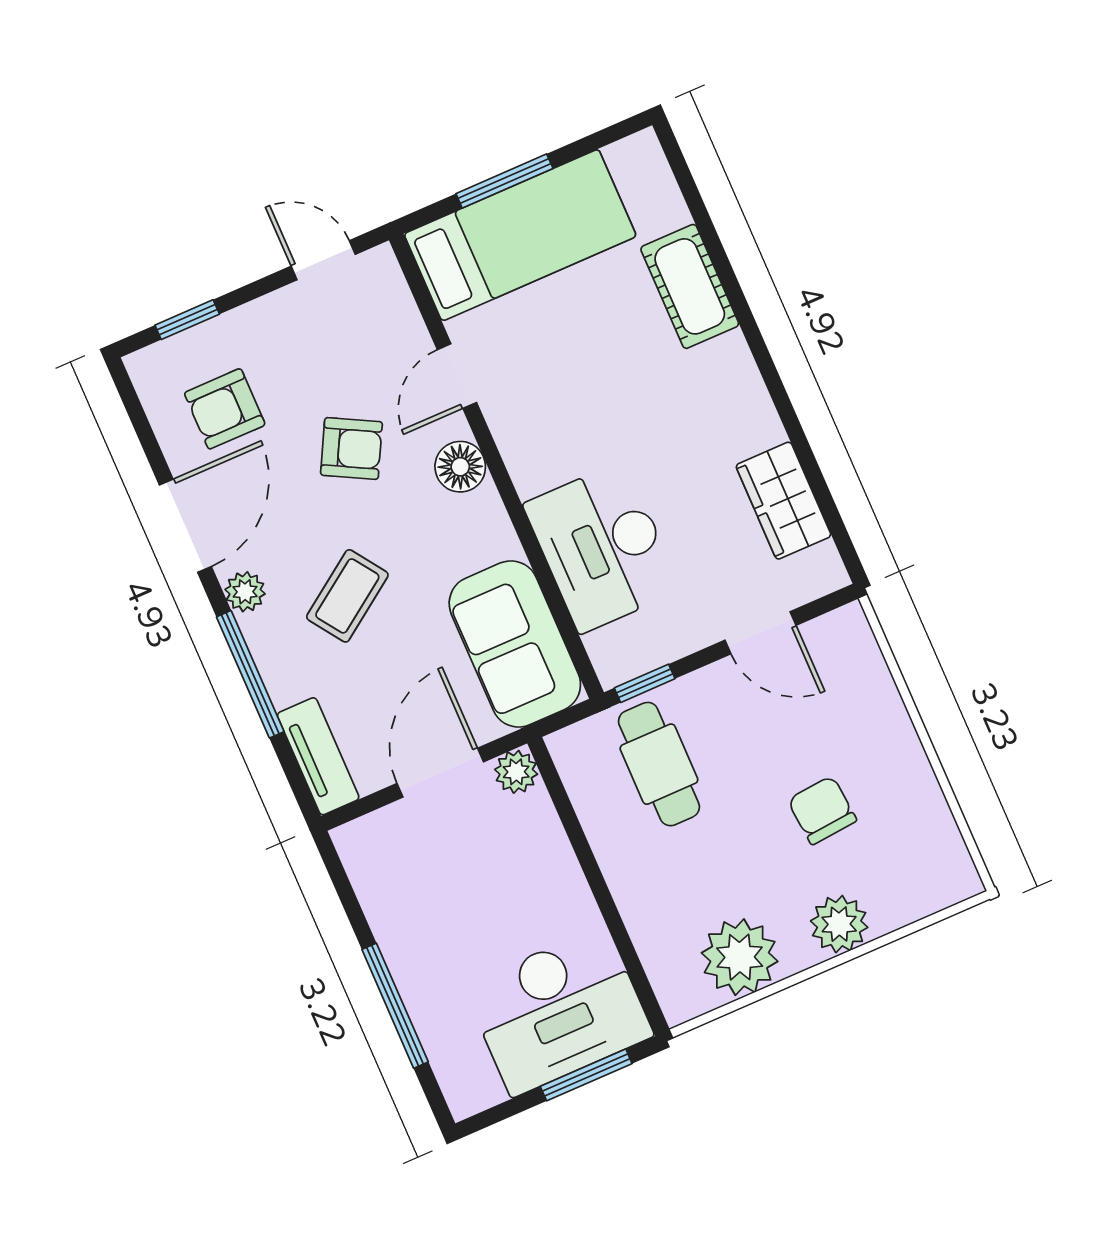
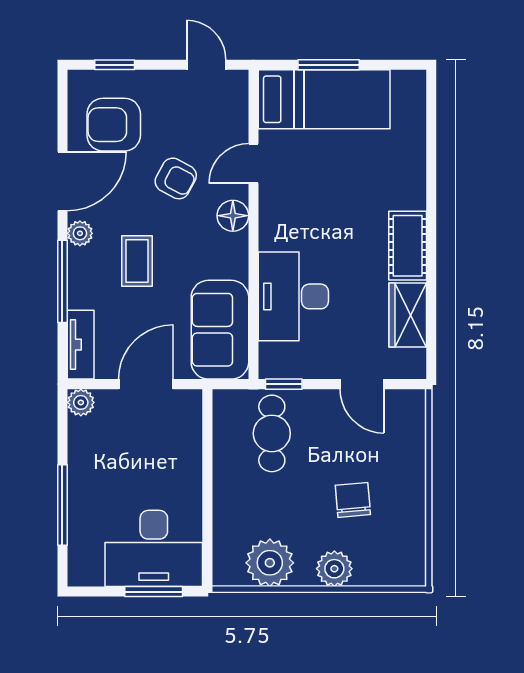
cot: (690, 286) -> (408, 246), moved
armchair: (225, 409) -> (114, 125), width x1.38, depth x1.38
coffee table: (347, 596) -> (137, 261), turned -55
plant: (516, 772) -> (81, 402), moved

